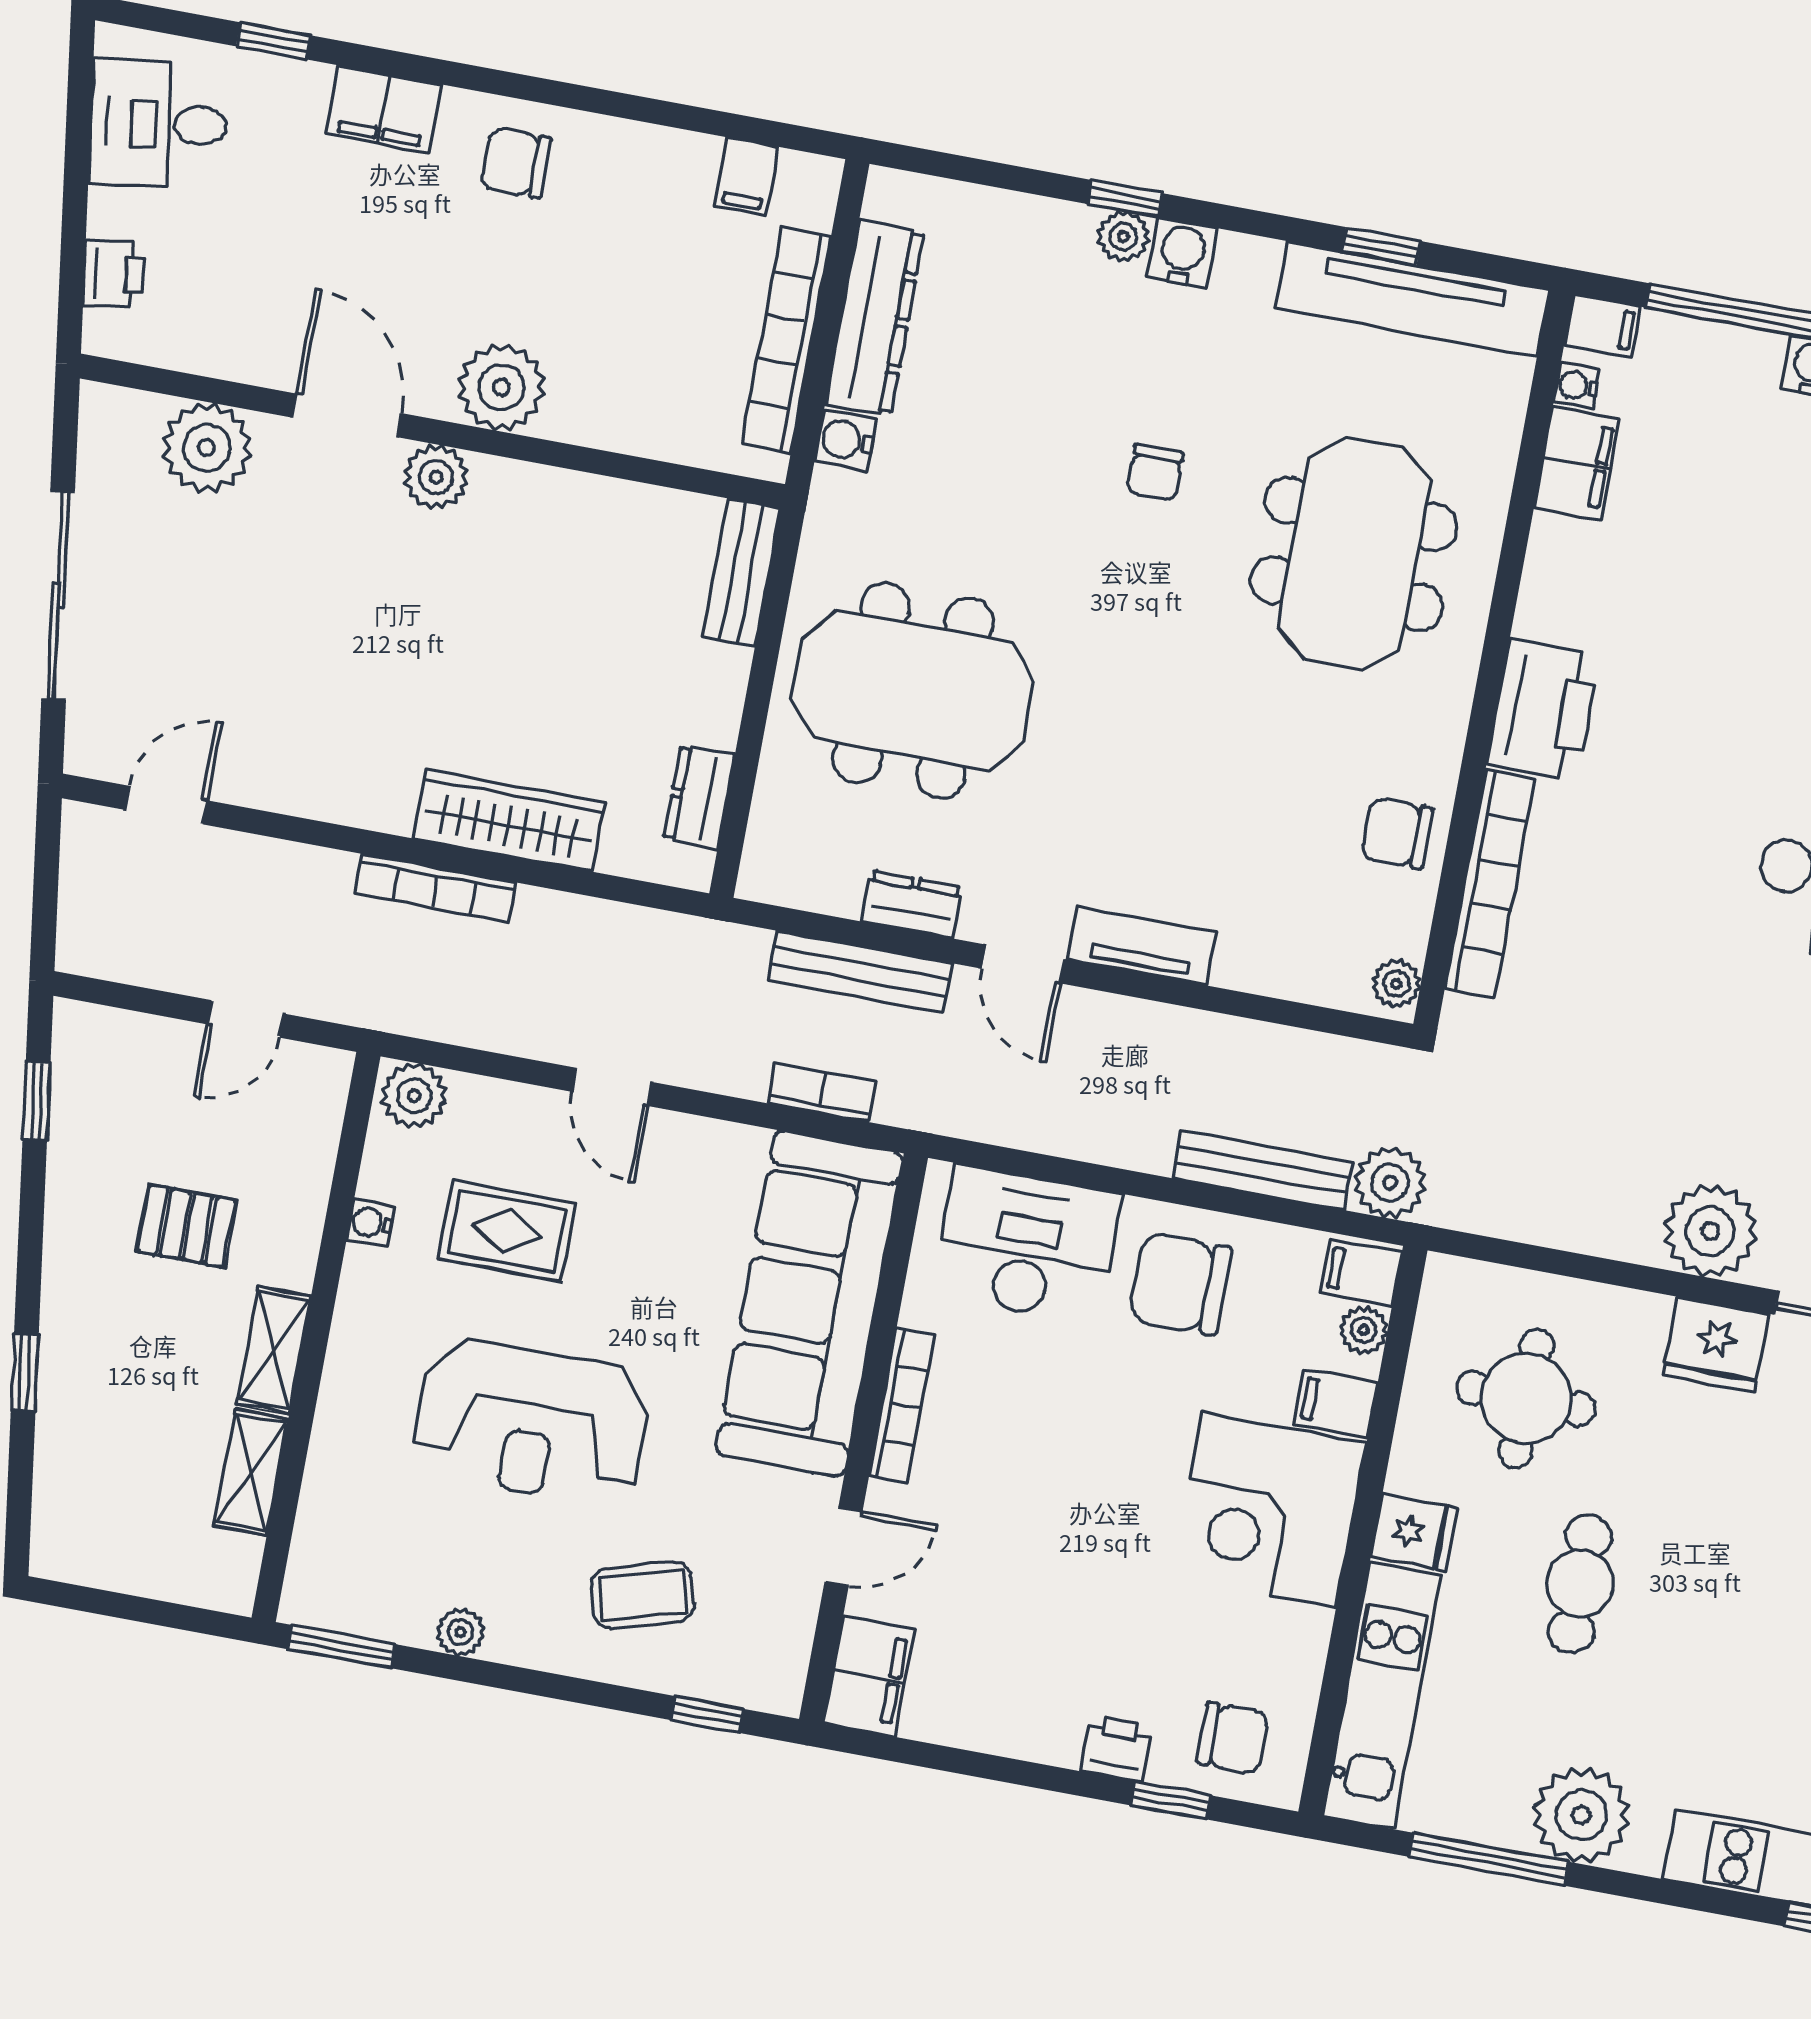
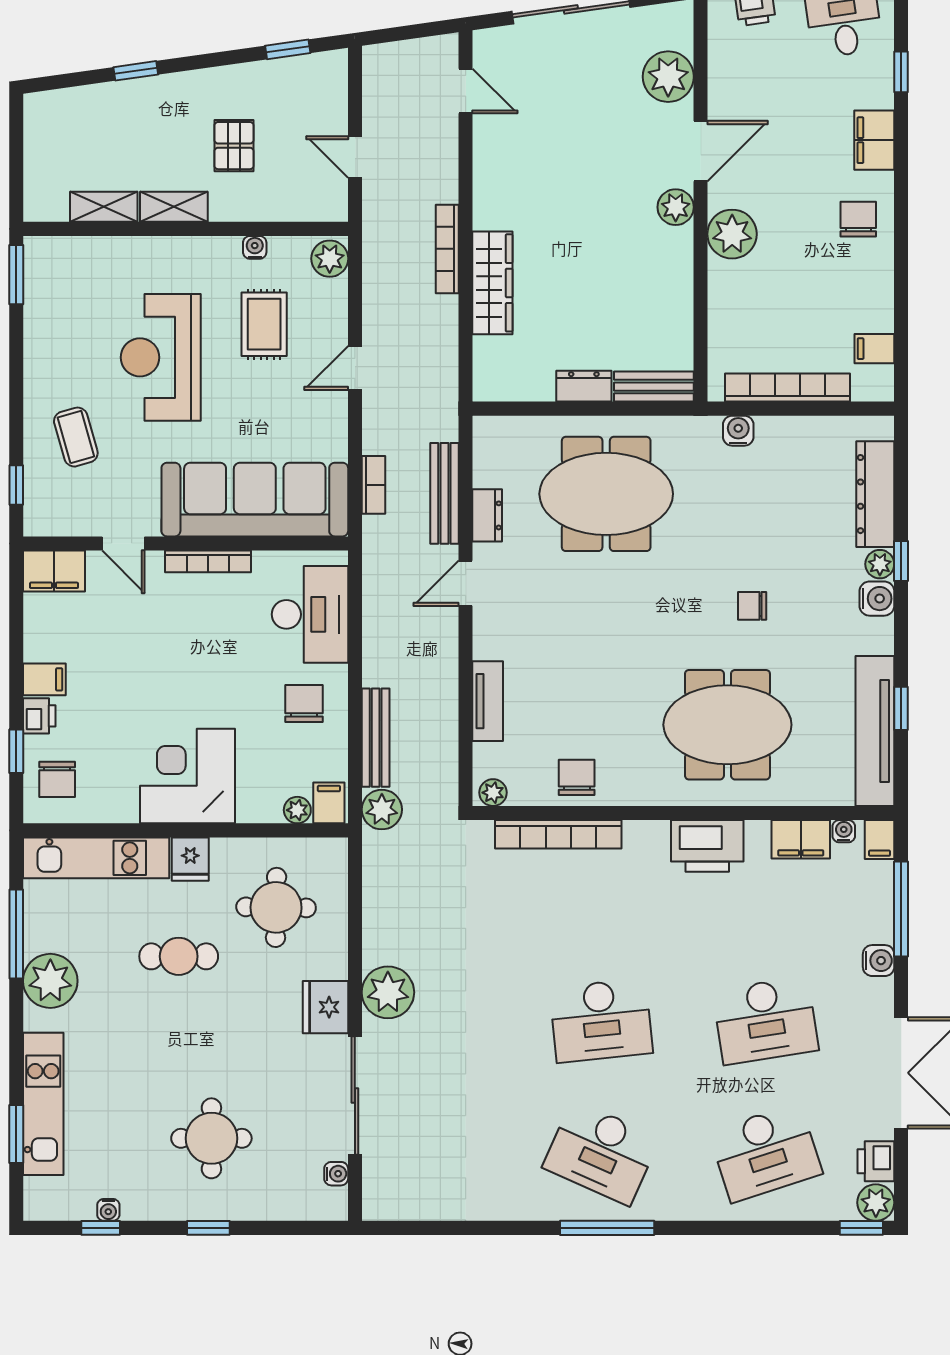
dresser: (875, 318) -> (875, 494), moved, turned 90
meeting table: (913, 690) -> (606, 494), turned 90
printer: (1543, 710) -> (707, 846), moved
dresser: (699, 797) -> (584, 386), moved
tv unit: (1142, 946) -> (488, 701), moved
chair: (1180, 1284) -> (304, 704), width x0.73, depth x0.73
filing cabinet: (1336, 1404) -> (44, 679), moved, turned 90
plant: (460, 1632) -> (37, 340), removed

